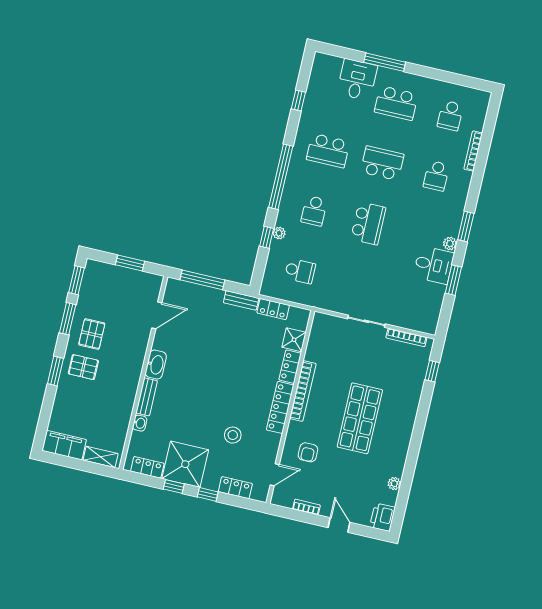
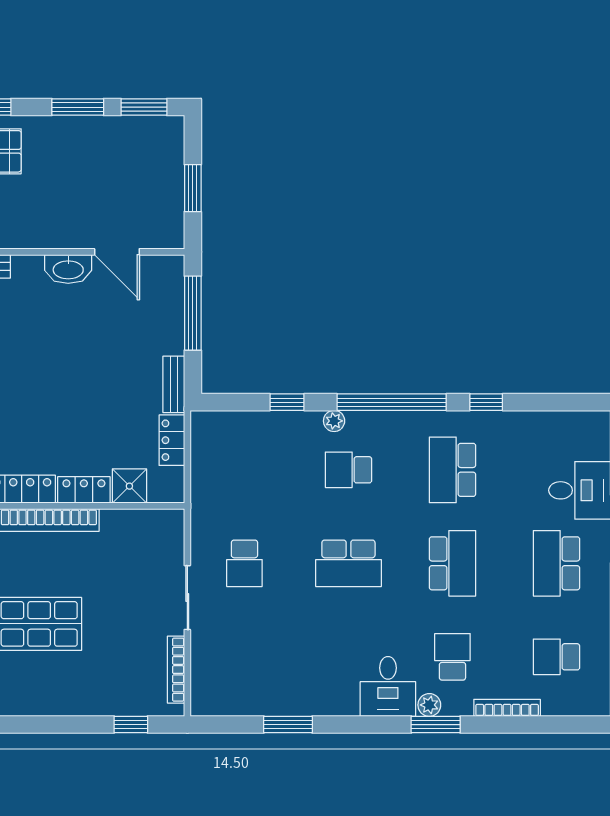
window: (298, 100) -> (486, 402), moved
school desk: (436, 176) -> (452, 657), turned 90
window: (466, 226) -> (436, 725), moved
plant: (279, 233) -> (334, 421), moved
plant: (450, 244) -> (429, 705), moved
desk: (434, 265) -> (388, 686), moved
school desk: (300, 271) -> (244, 563), moved
pallet: (92, 334) -> (62, 153), removed
washbasin: (156, 365) -> (68, 269), moved

